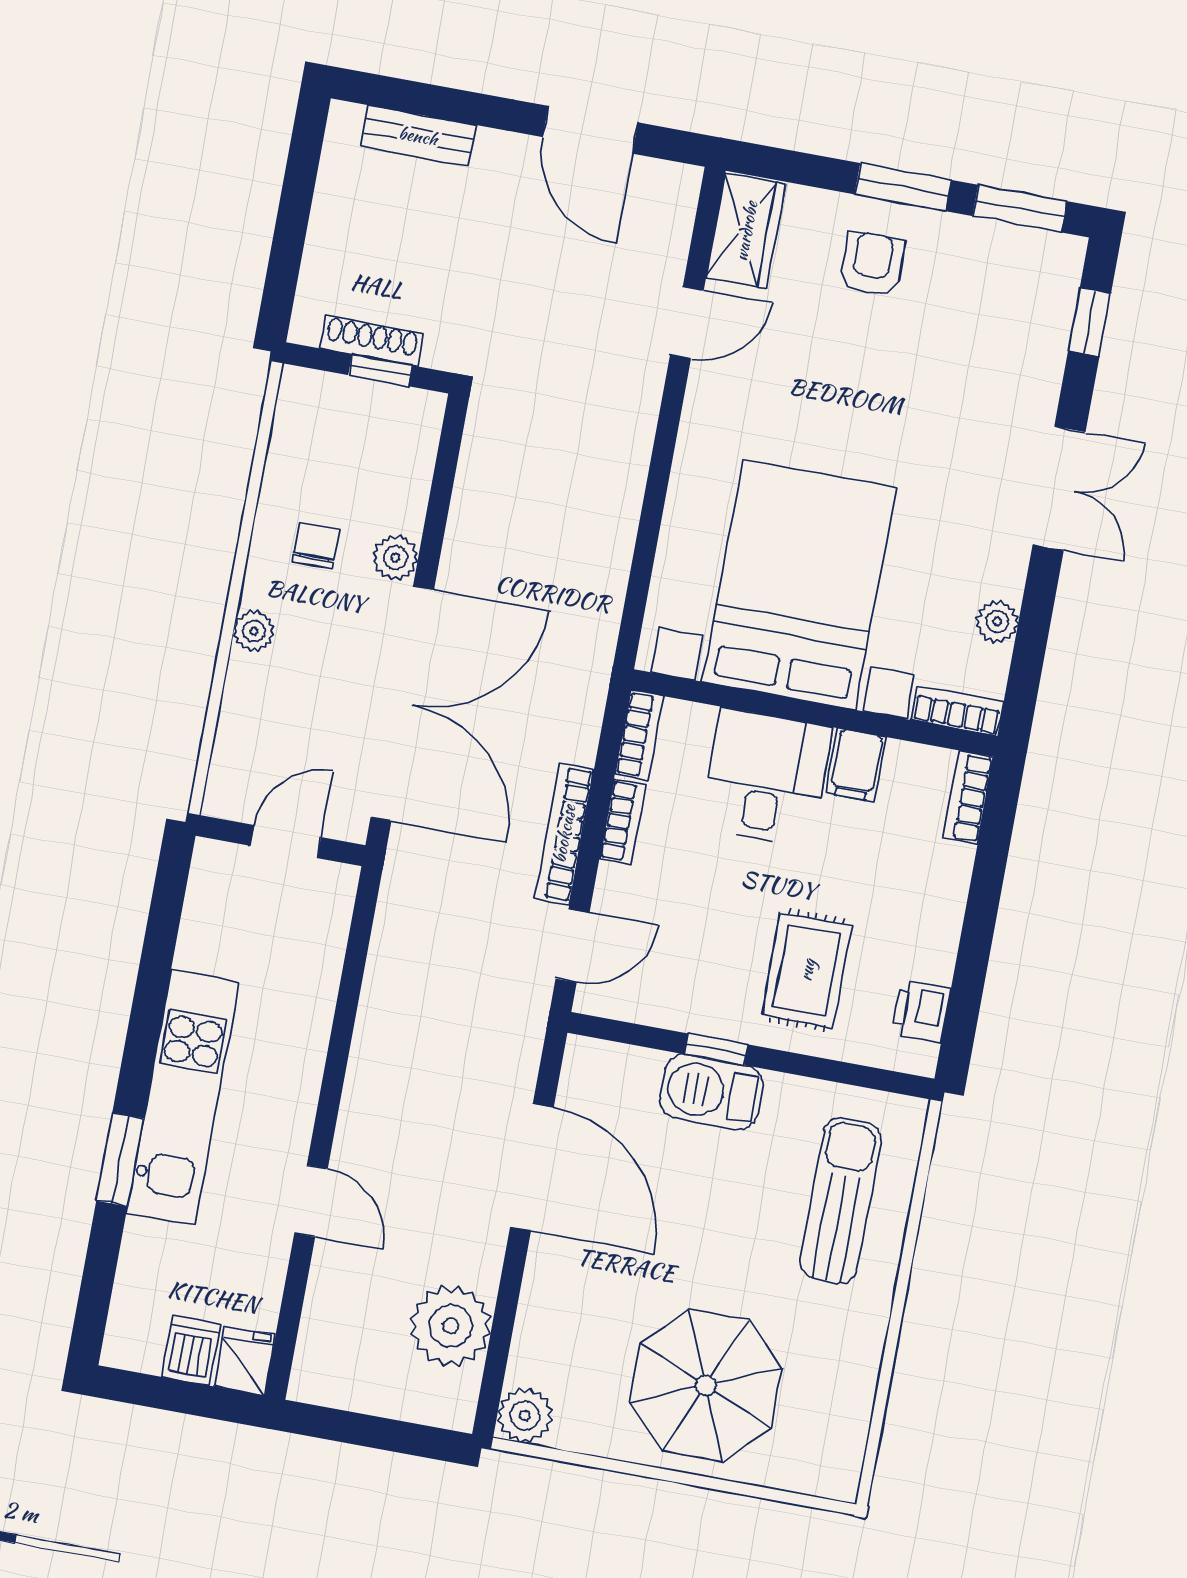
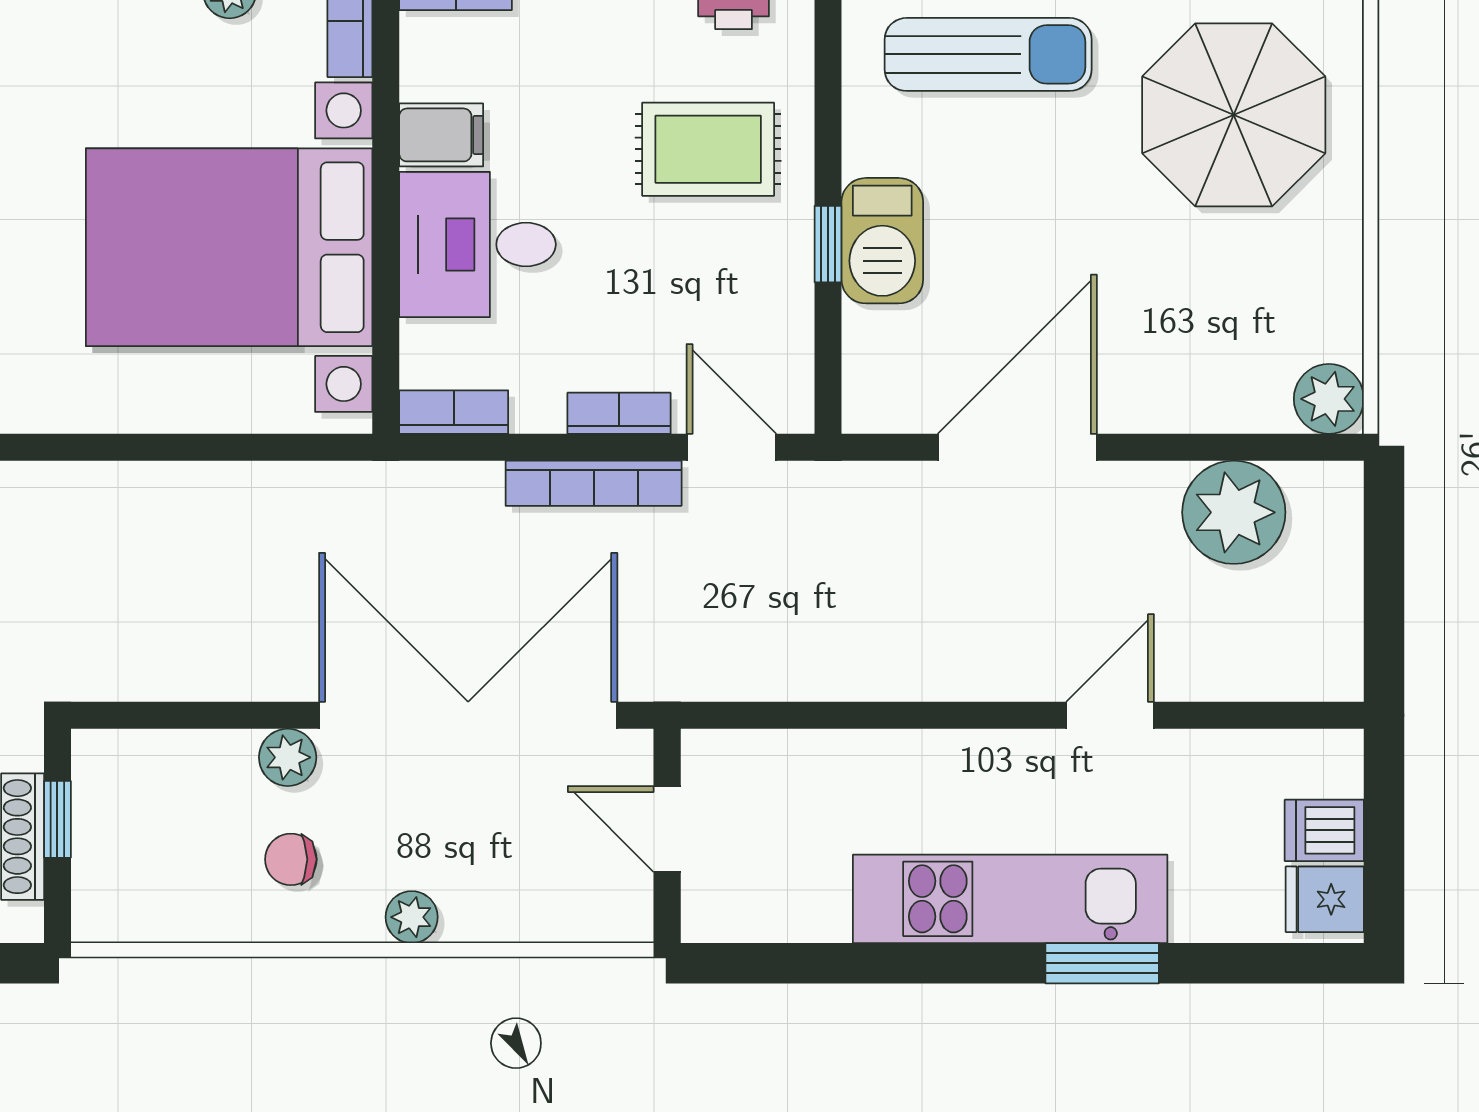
bookcase: (623, 822) -> (619, 413), moved
sun lounger: (841, 1200) -> (988, 54), turned 180
fridge: (245, 1361) -> (1325, 899), moved
parasol: (706, 1385) -> (1234, 115), moved

